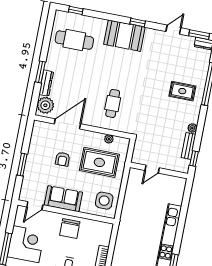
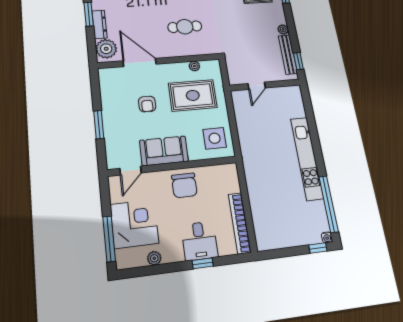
cafe table: (113, 103) -> (185, 27), turned 90
door: (67, 124) -> (140, 62), hinge flipped
bench: (188, 146) -> (288, 54), width x1.36

